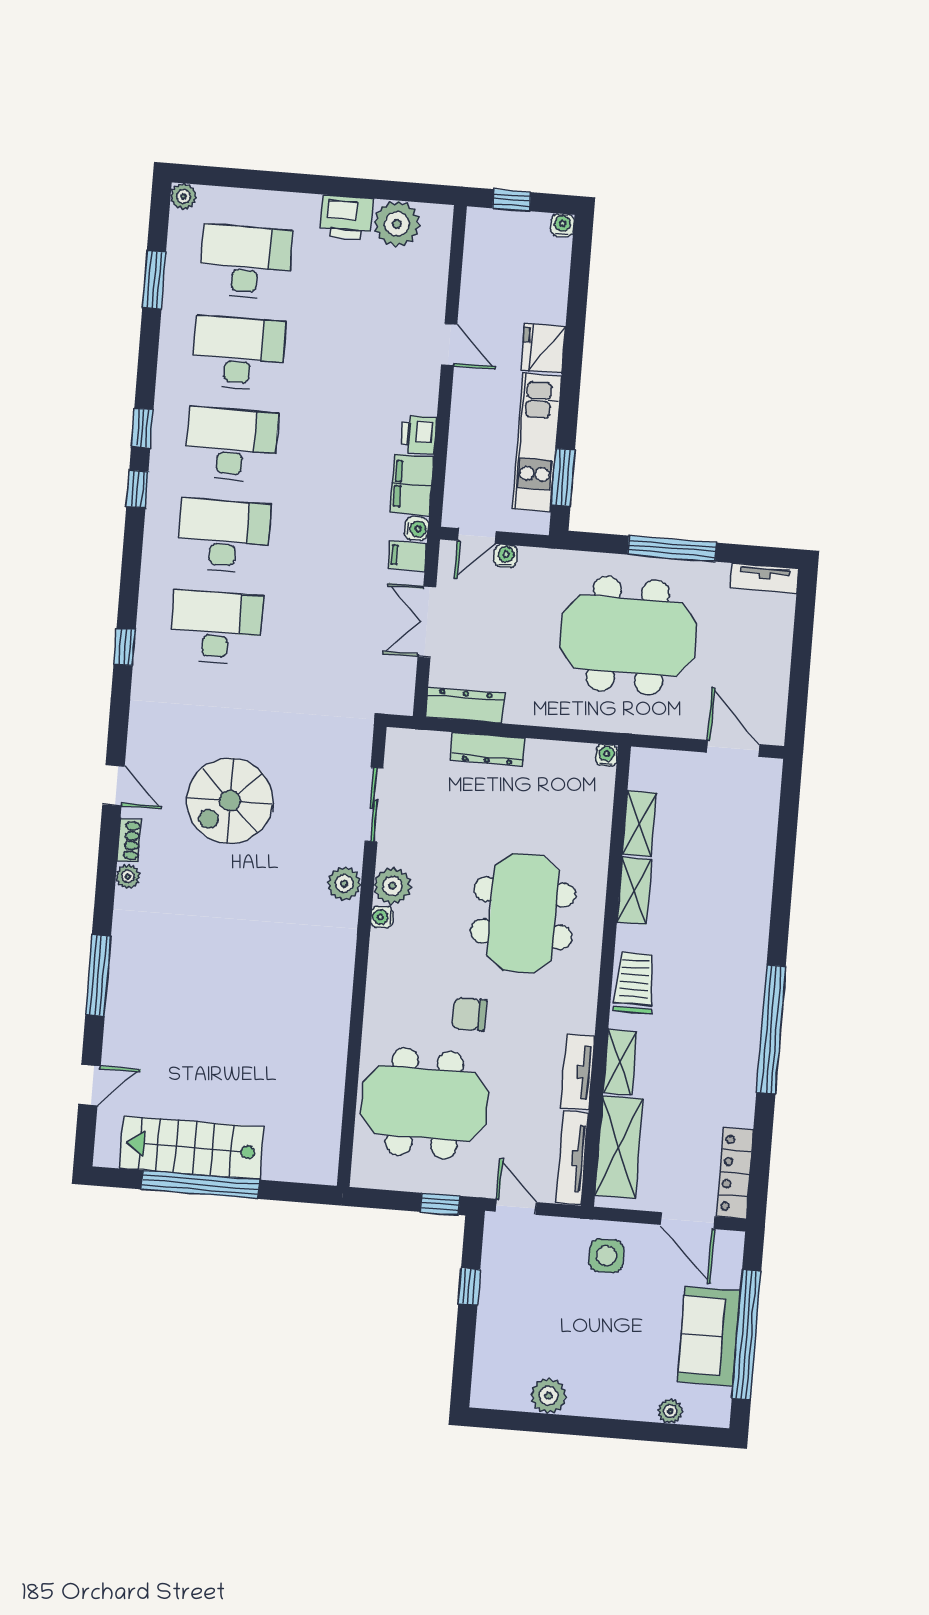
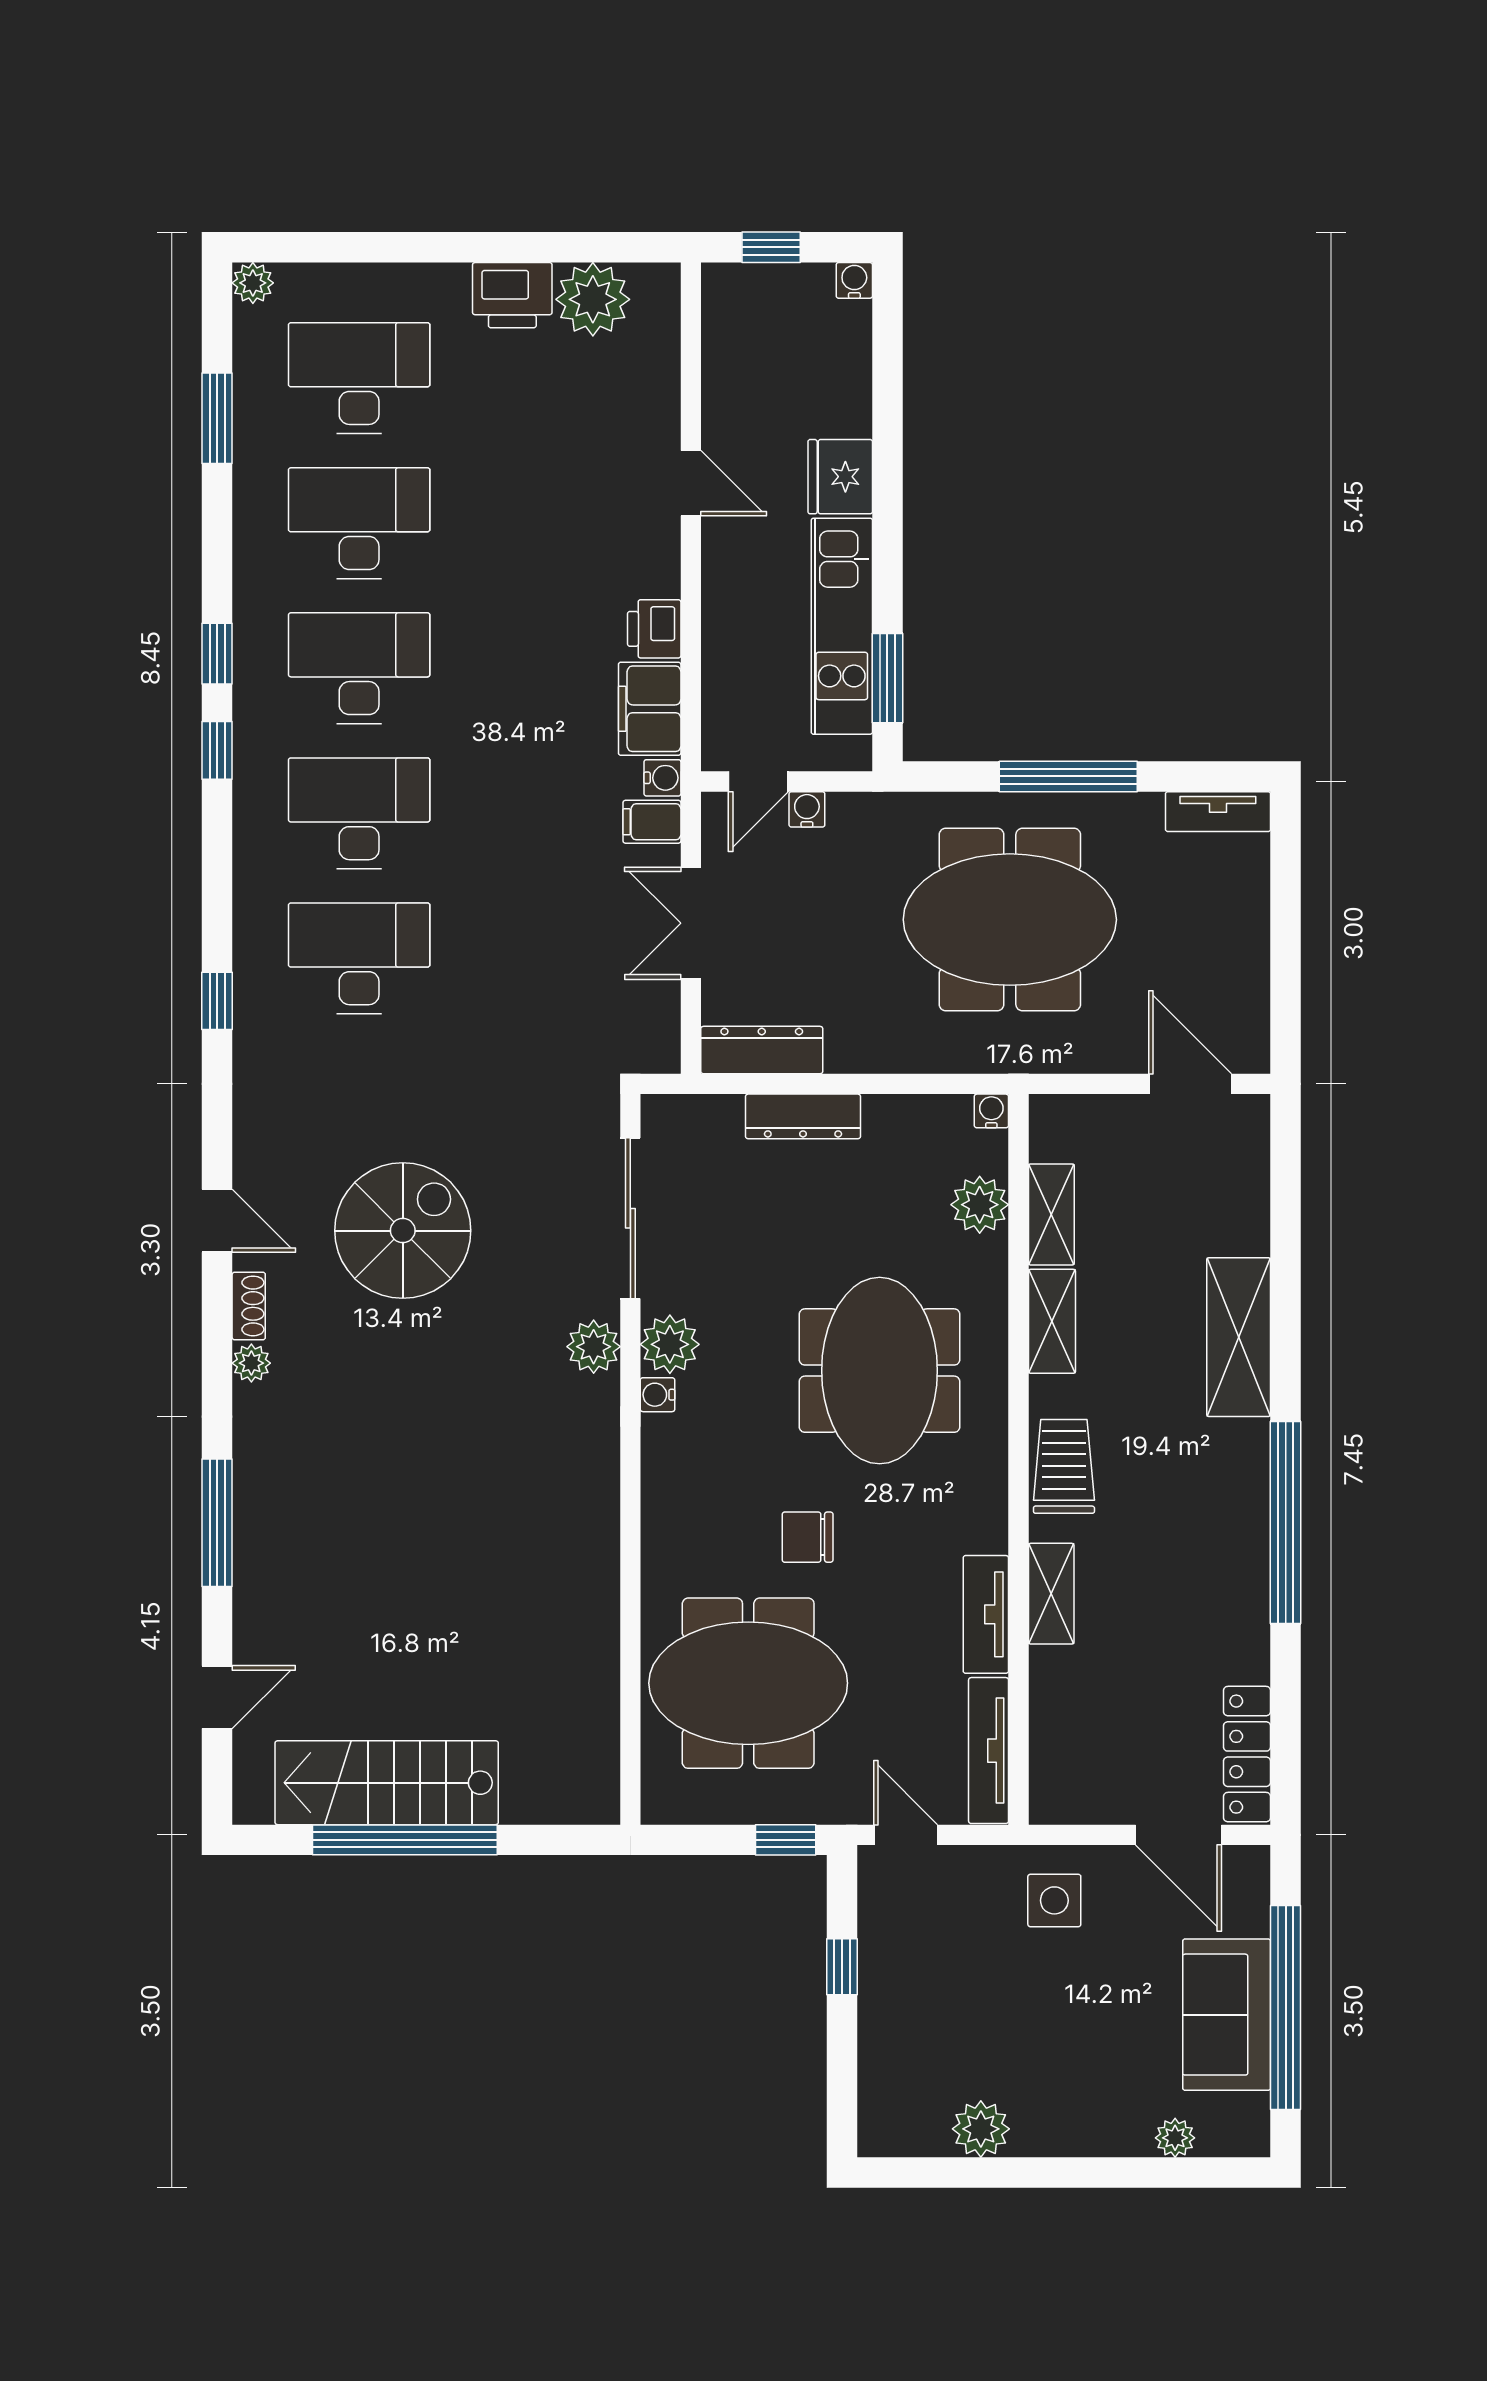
spiral stairs: (230, 801) -> (403, 1231), turned 180
sliding door: (374, 805) -> (630, 1218), width x1.37
plant: (595, 814) -> (980, 1205), added
shelving: (619, 1147) -> (1239, 1337), moved

